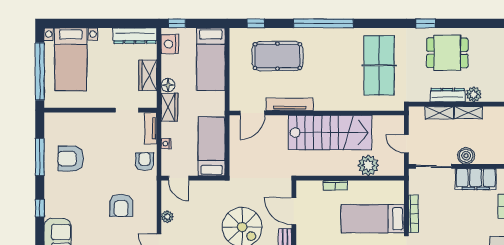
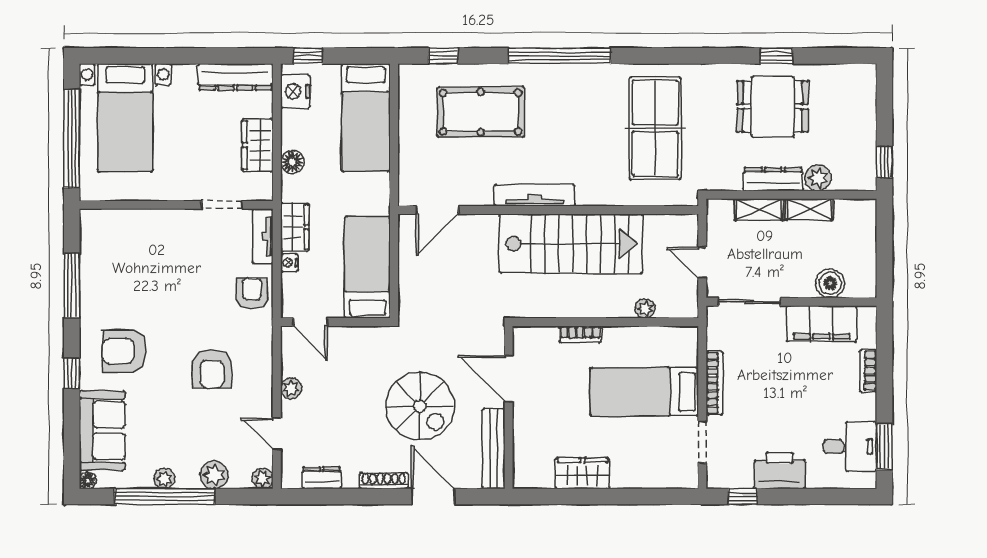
window: (425, 23) -> (776, 56), moved
tv unit: (289, 104) -> (535, 195), moved
wardrobe: (169, 107) -> (295, 227), moved
boiler: (466, 156) -> (830, 283), moved
armchair: (71, 158) -> (124, 351), moved
plant: (368, 165) -> (645, 309), width x0.53, depth x0.53

